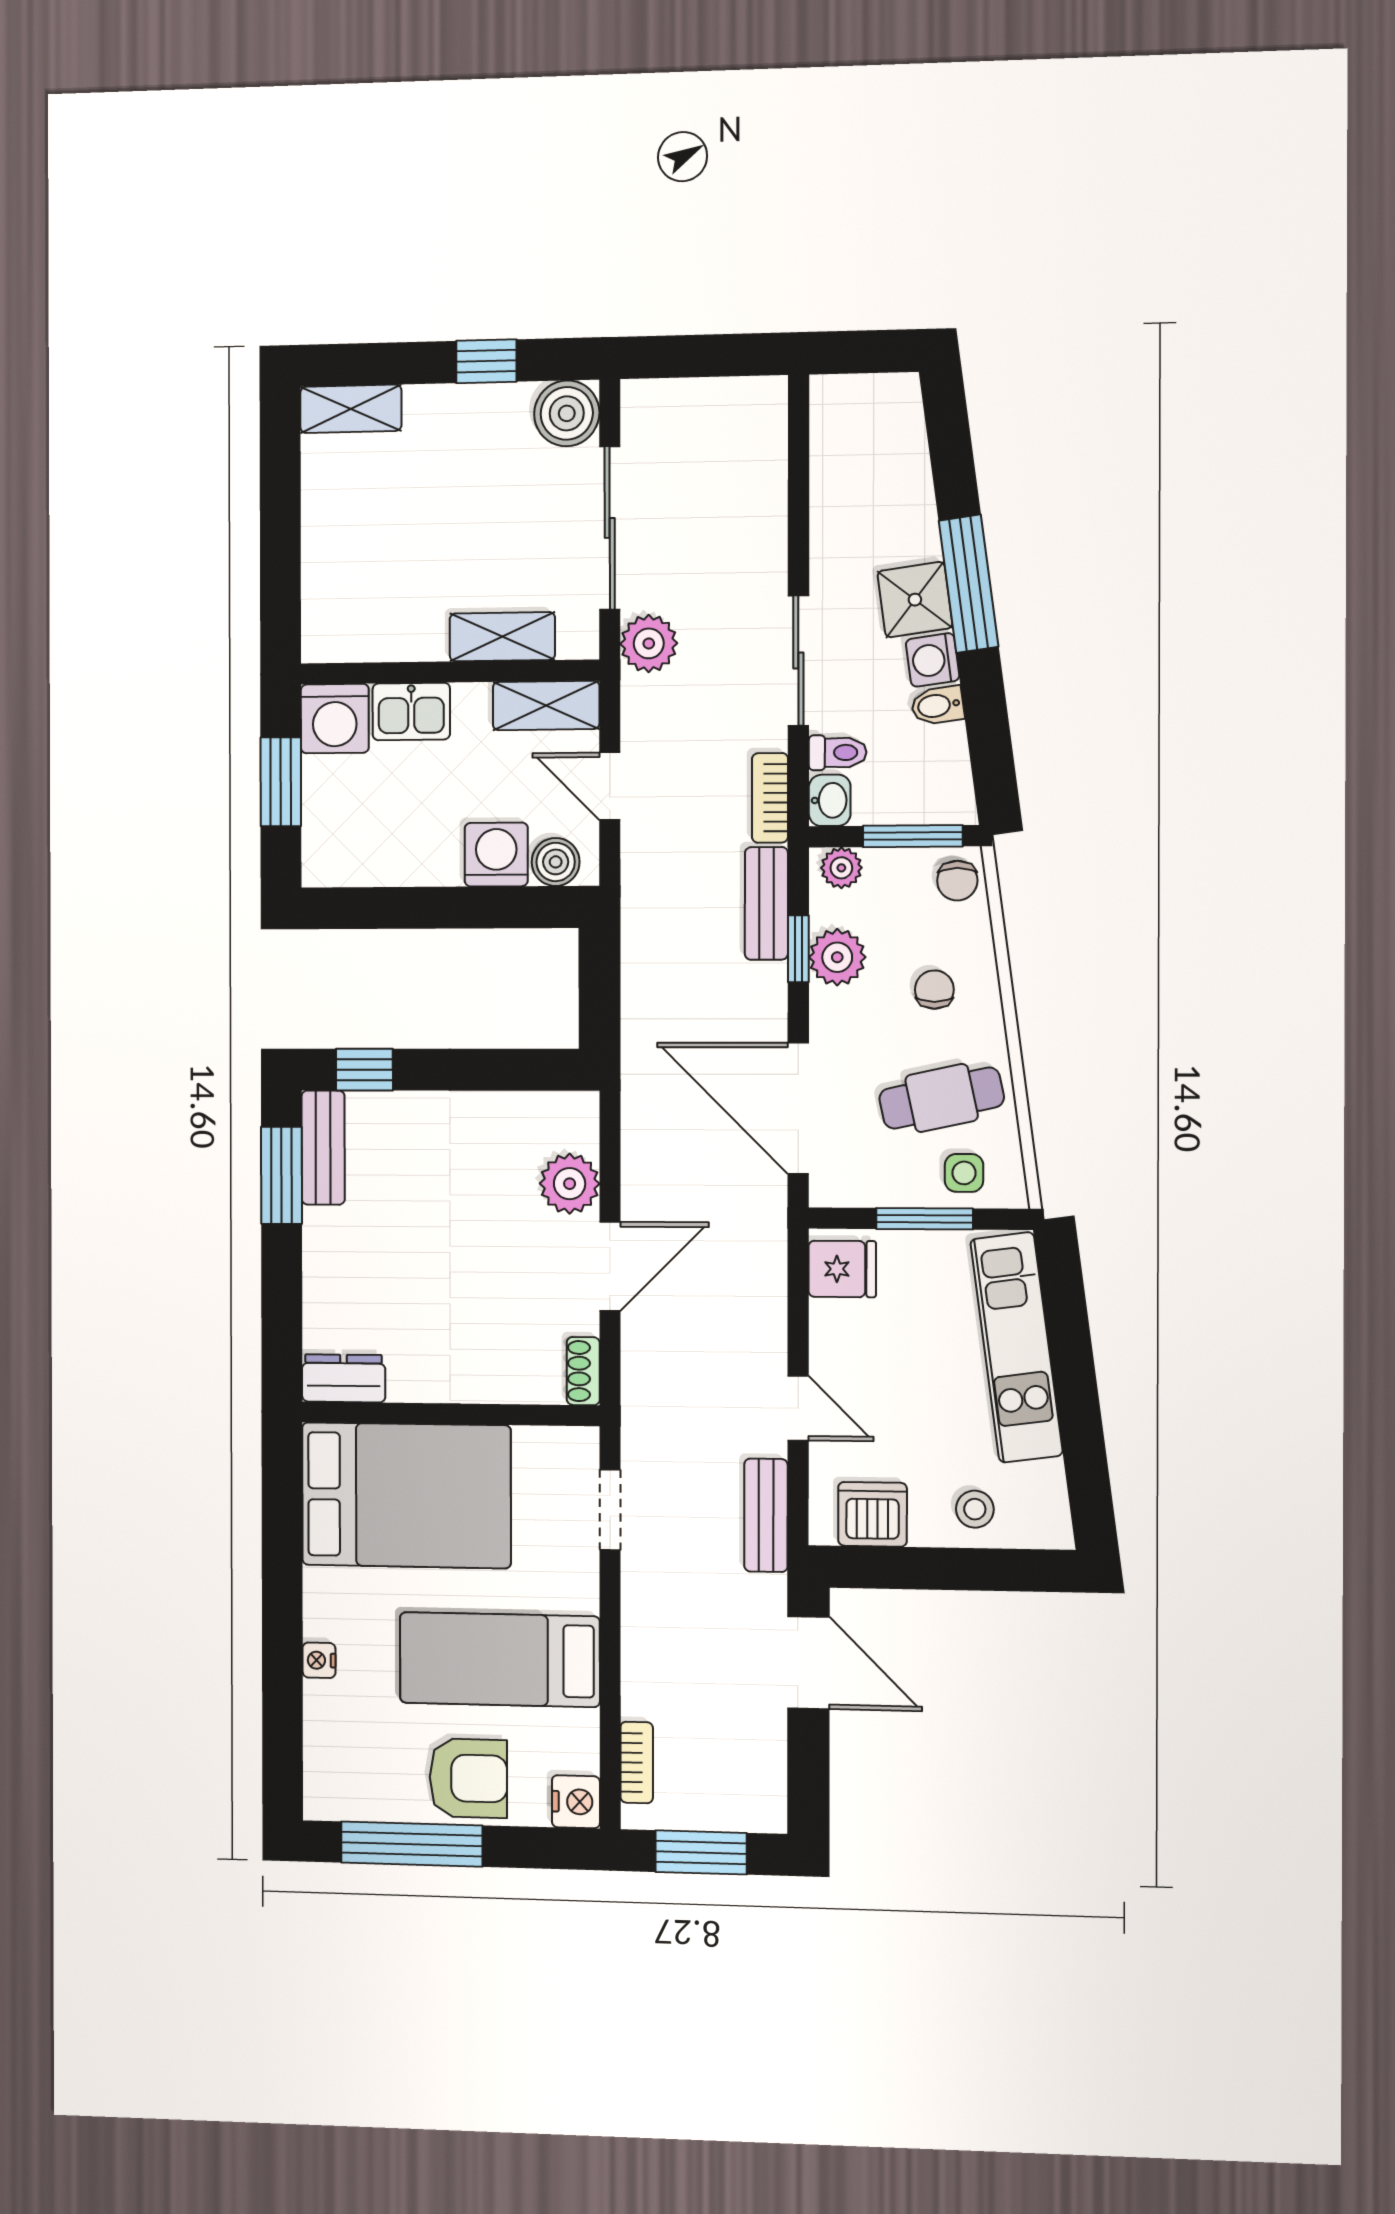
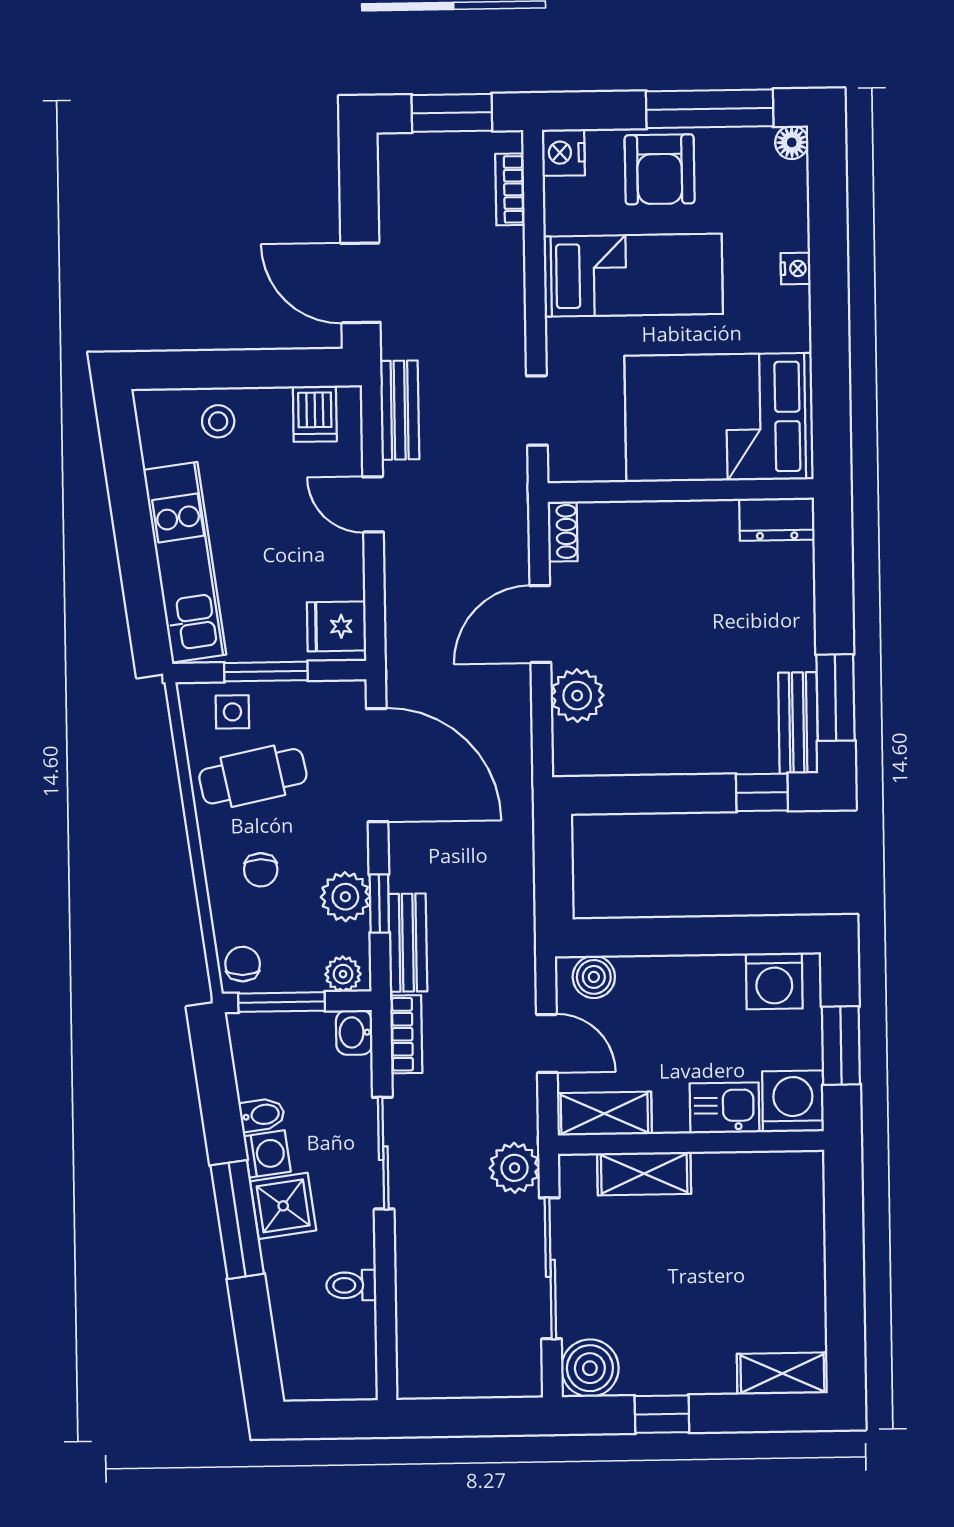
toilet: (838, 753) -> (351, 1285), moved
washing machine: (496, 855) -> (774, 981), moved
dishwasher: (872, 1514) -> (315, 414), width x0.73
armchair: (468, 1778) -> (660, 169), turned -90
floor lamp: (321, 1802) -> (792, 142), added

